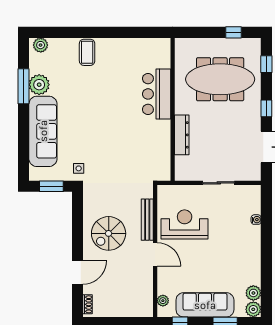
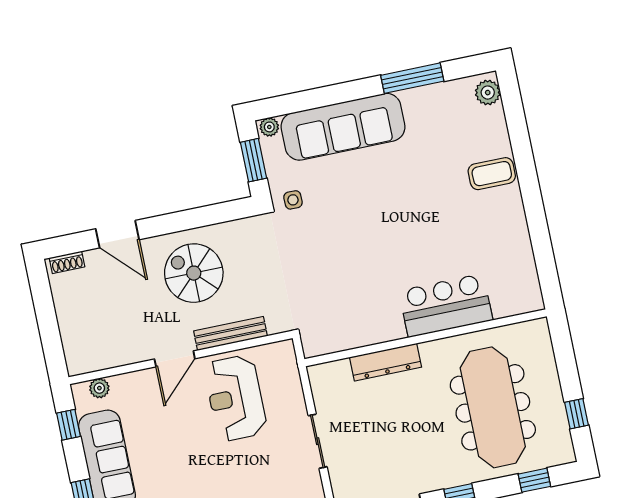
plant: (39, 85) -> (269, 127), moved, width x0.53, depth x0.53
reception desk: (185, 224) -> (235, 398), turned 180

